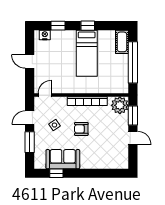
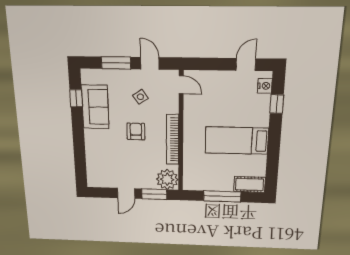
window: (88, 26) -> (274, 143), removed
door: (30, 61) -> (246, 64), moved
window: (133, 62) -> (222, 196), width x0.68

